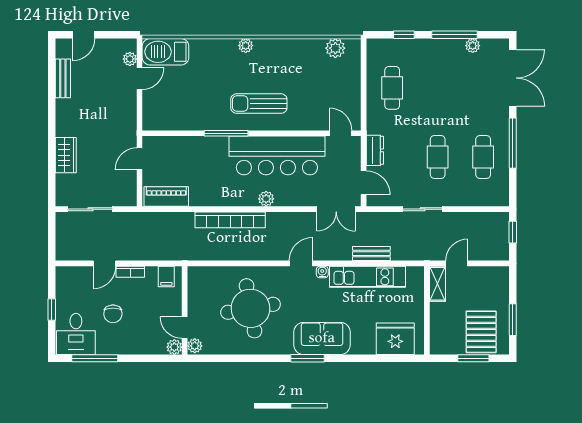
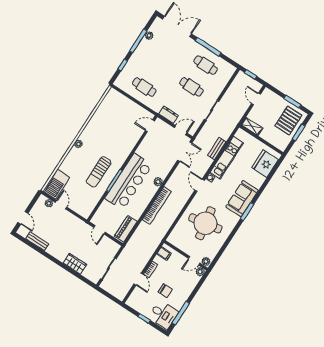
plant: (335, 48) -> (108, 102), removed
sun lounger: (259, 104) -> (99, 172), moved
bar counter: (277, 155) -> (129, 182), moved
door: (457, 263) -> (256, 99), moved
pallet: (481, 332) -> (288, 121), turned 90

